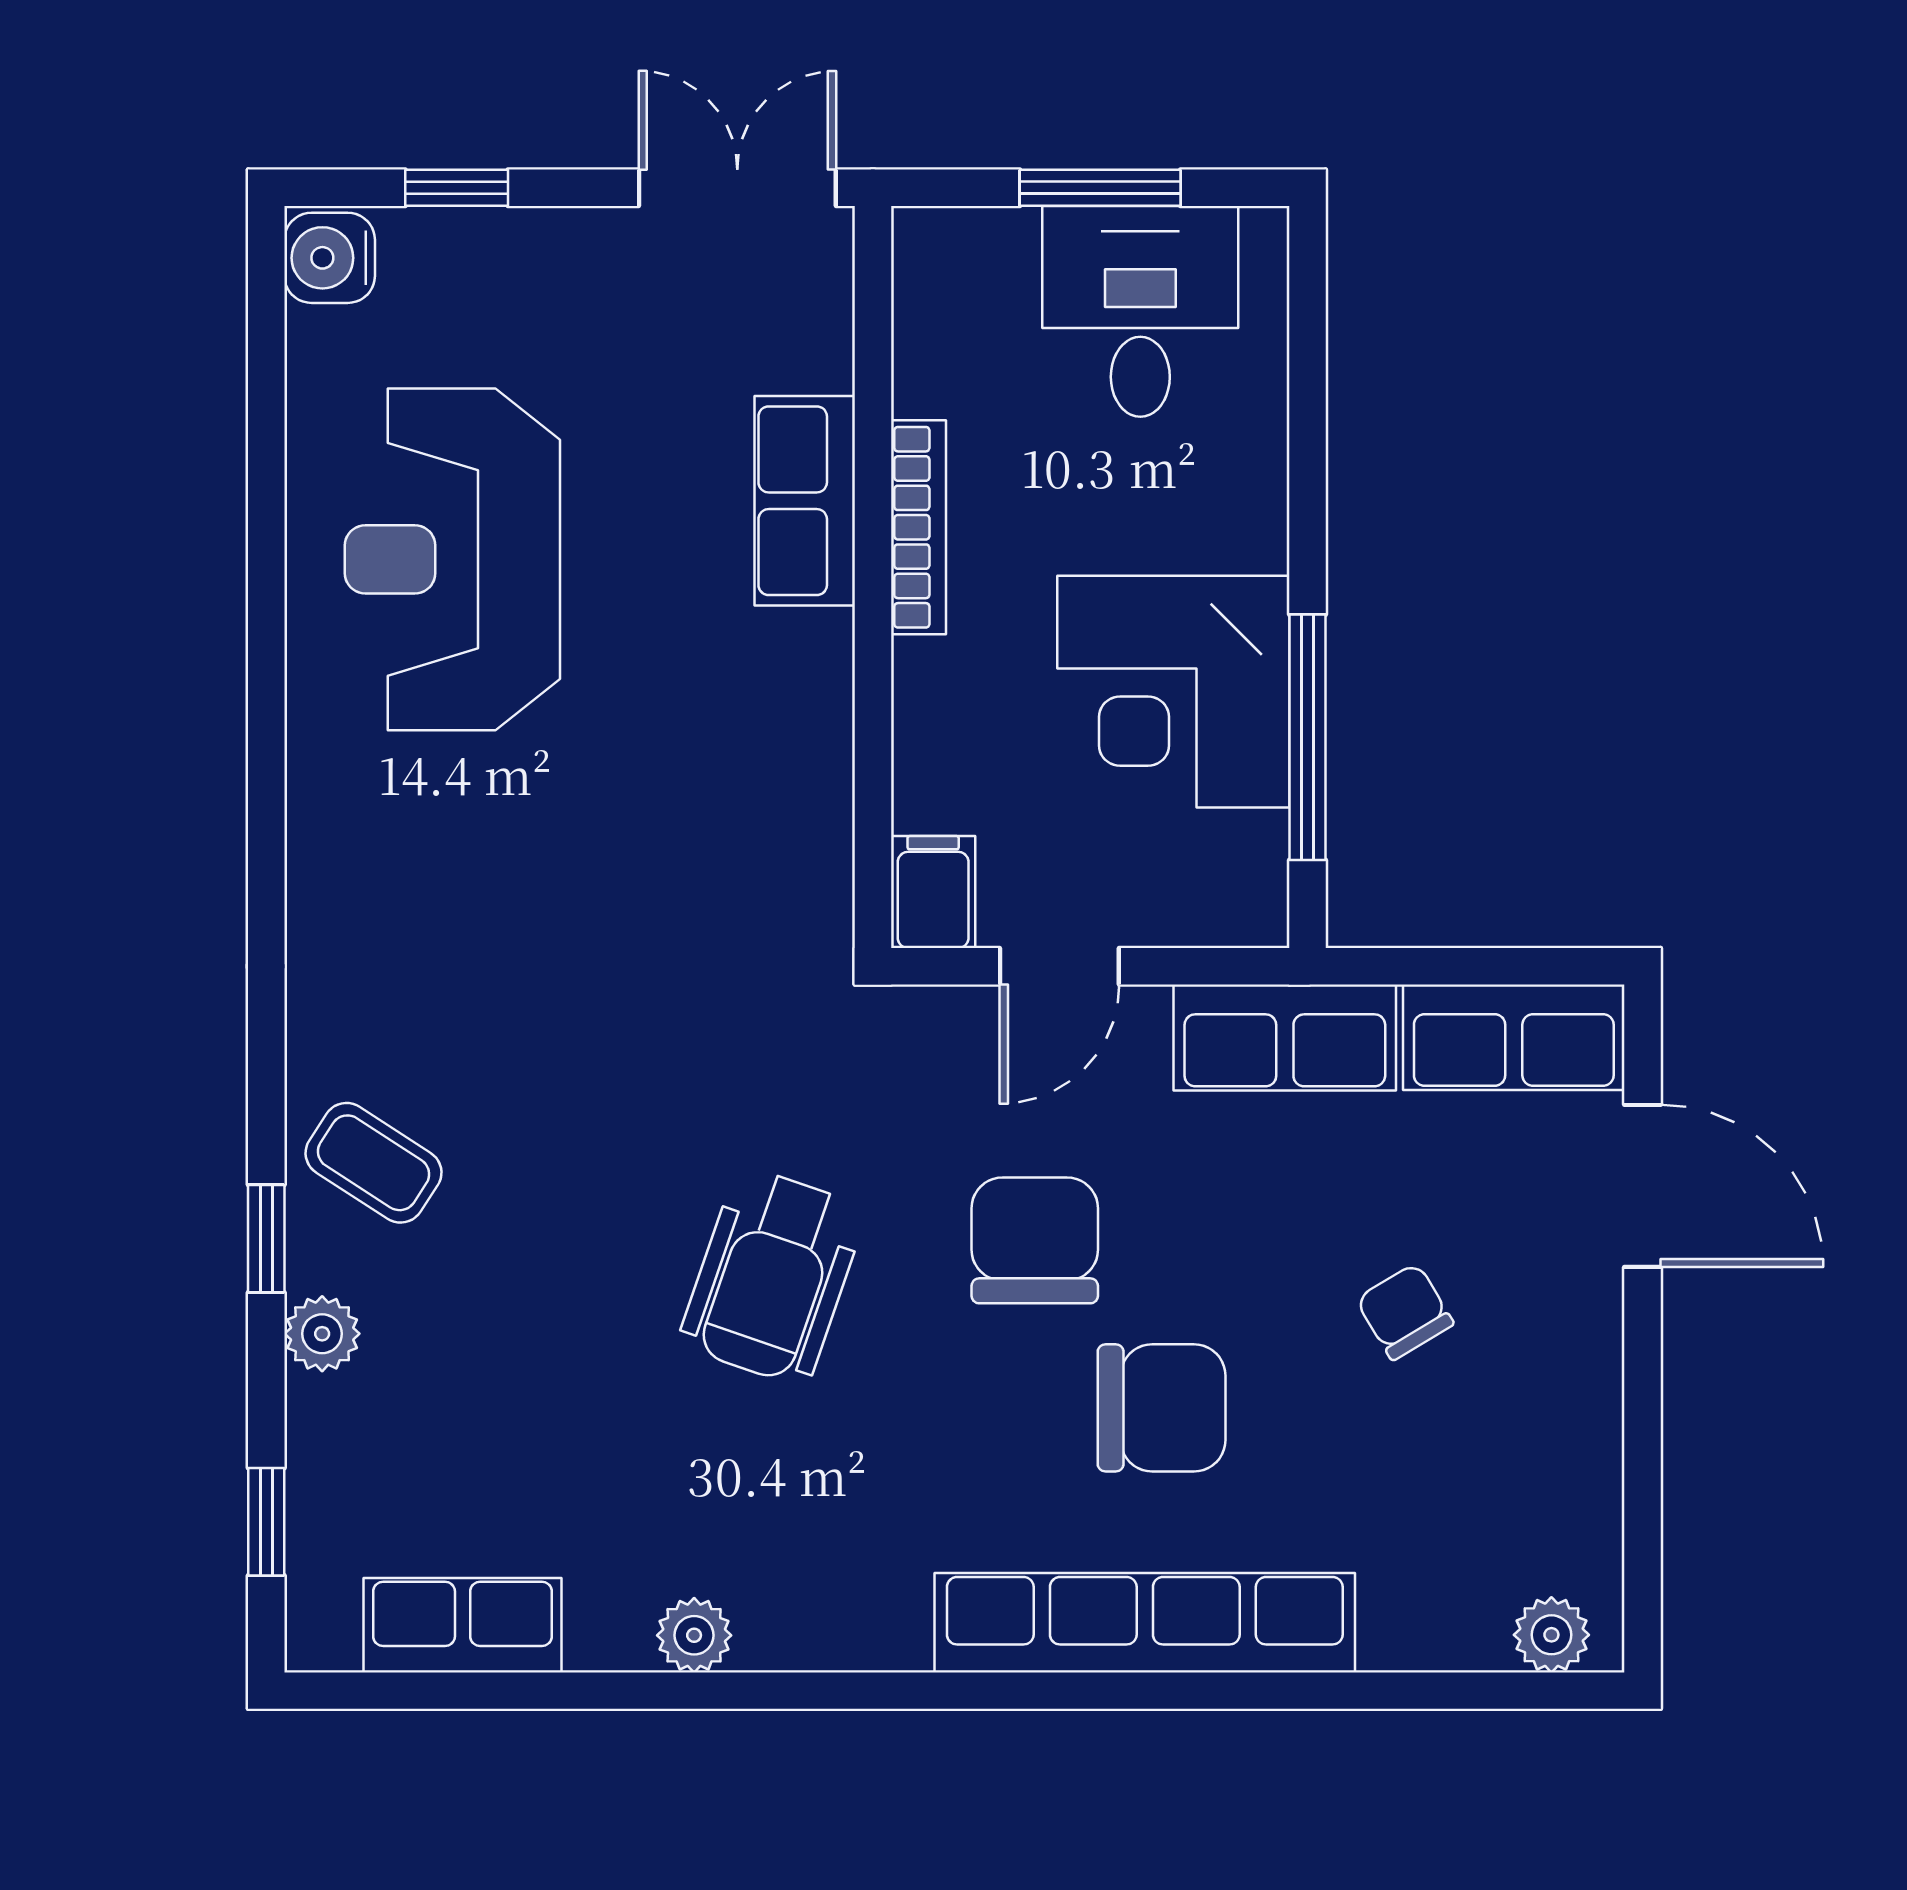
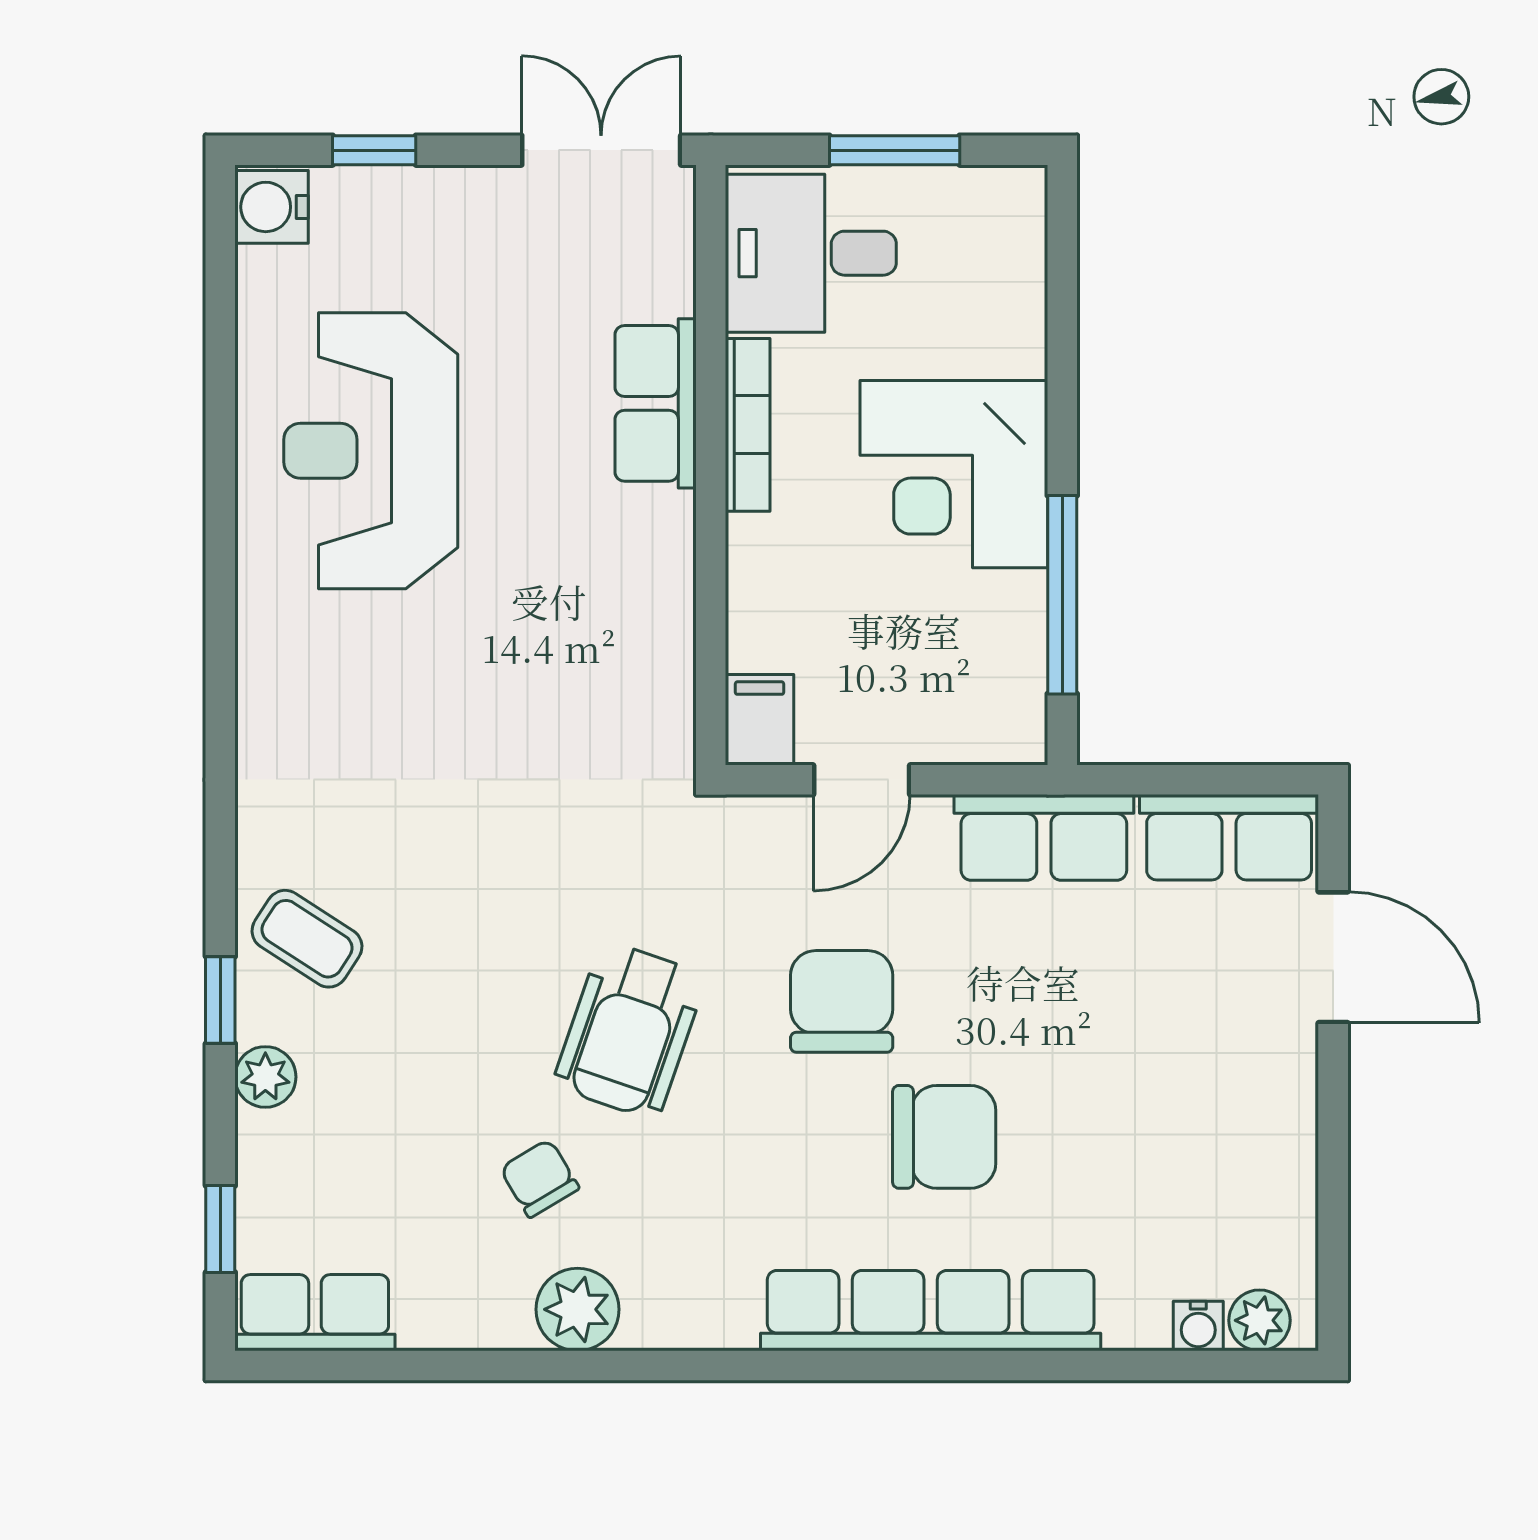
desk: (1140, 311) -> (811, 253), moved, turned -90
corner desk: (1173, 692) -> (954, 474), moved
chair: (1405, 1312) -> (540, 1178), moved
row of seats: (463, 1625) -> (315, 1313), moved
plant: (694, 1635) -> (577, 1309), width x1.38, depth x1.38
water cooler: (1476, 1642) -> (1198, 1326), added

